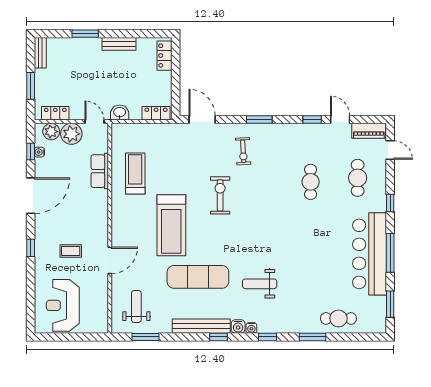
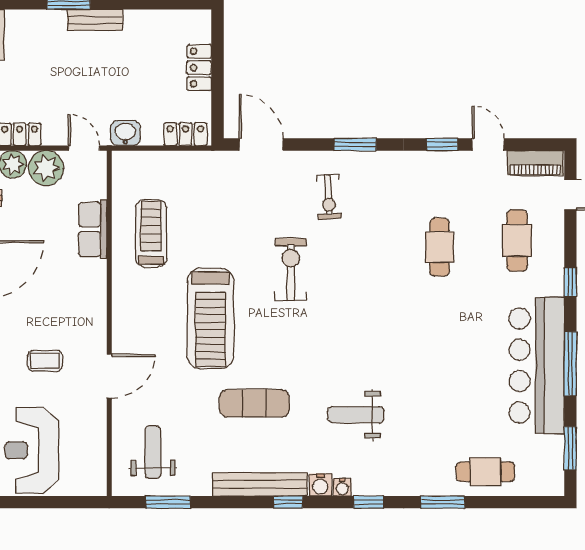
bench: (119, 44) -> (95, 20), moved
locker: (164, 56) -> (199, 68), moved
exercise mat: (198, 277) -> (254, 403), width x0.73, depth x0.69

